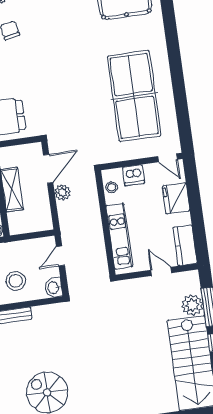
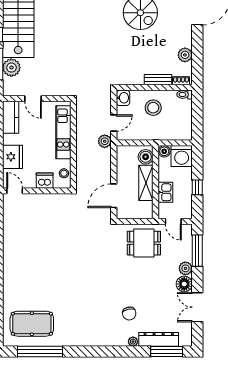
table tennis table: (134, 96) -> (35, 246), removed
plant: (63, 192) -> (105, 141), moved
boiler: (17, 221) -> (146, 157), added

